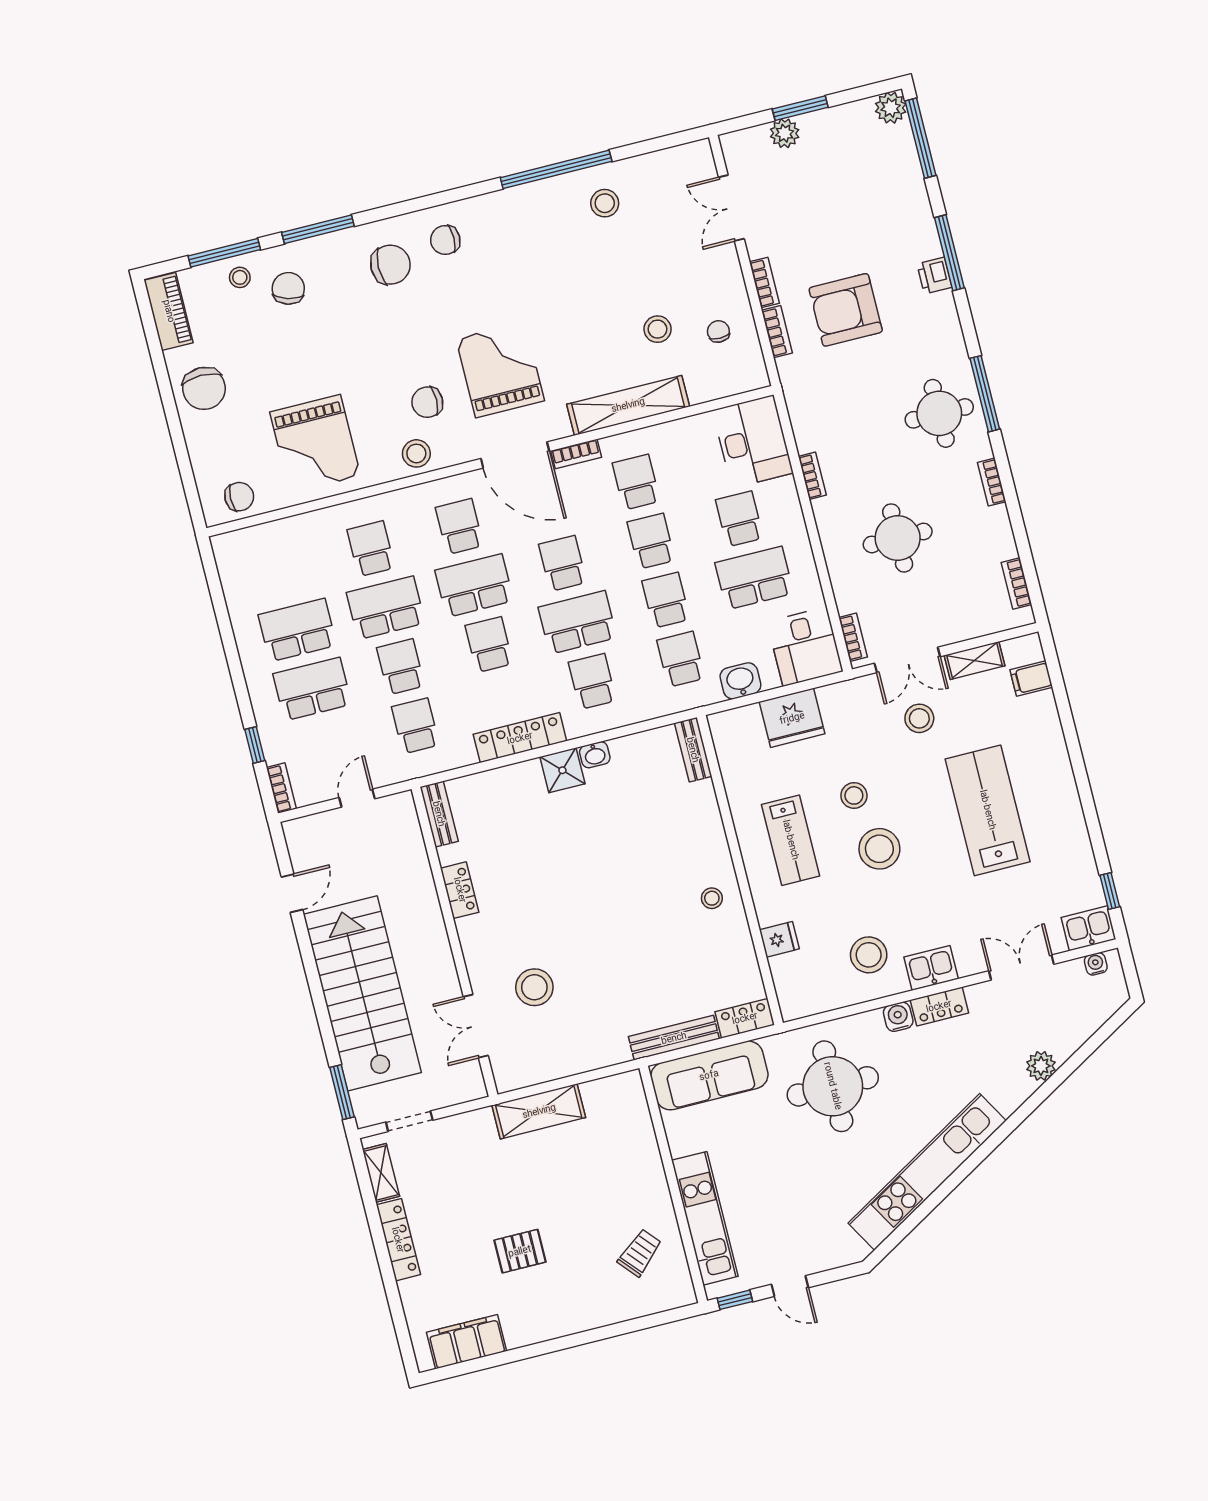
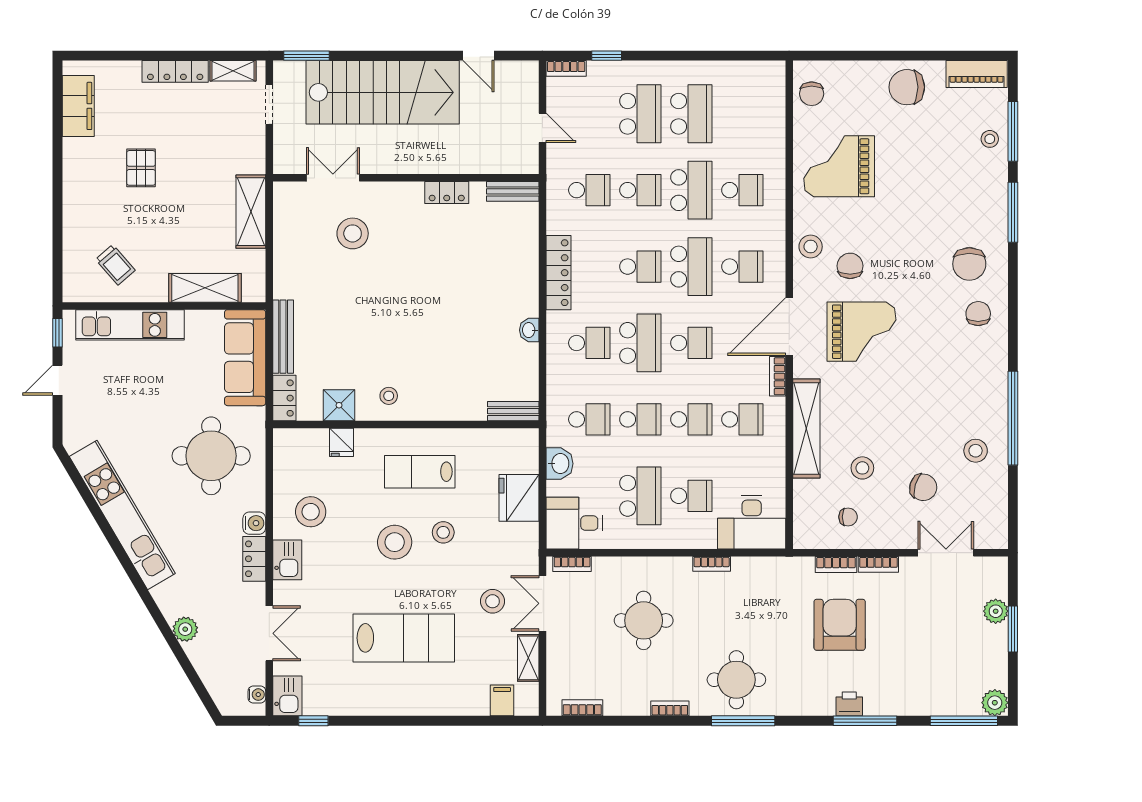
chair: (288, 288) -> (923, 487), moved
shower: (562, 770) -> (339, 405), moved
shelving: (640, 1142) -> (205, 288), added

